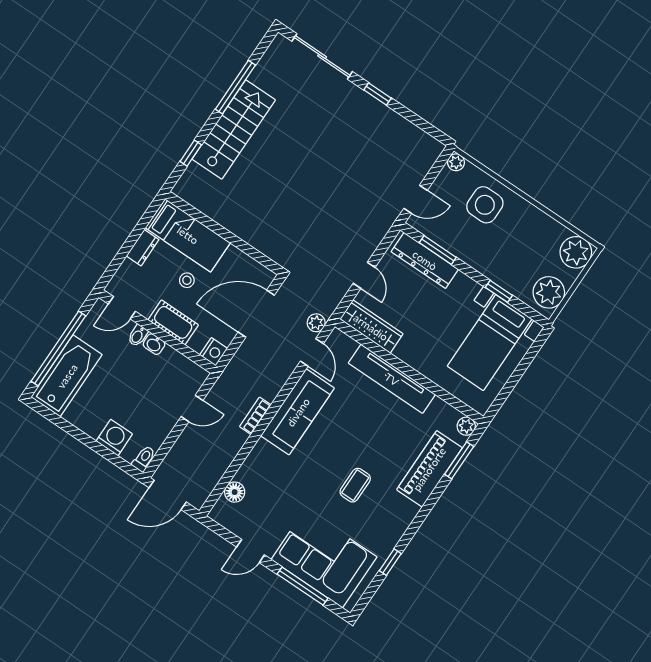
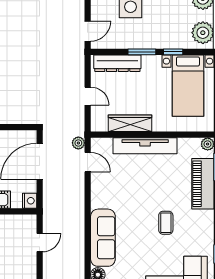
window: (438, 250) -> (142, 52), moved
wardrobe: (371, 327) -> (130, 123), moved
sofa: (298, 412) -> (103, 238), moved
bookcase: (255, 416) -> (80, 222), removed

